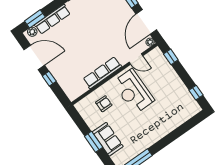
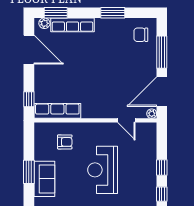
window: (171, 57) -> (162, 168), moved
row of seats: (102, 73) -> (57, 111), moved
window: (49, 79) -> (29, 99), moved
reception desk: (133, 91) -> (103, 170), moved

